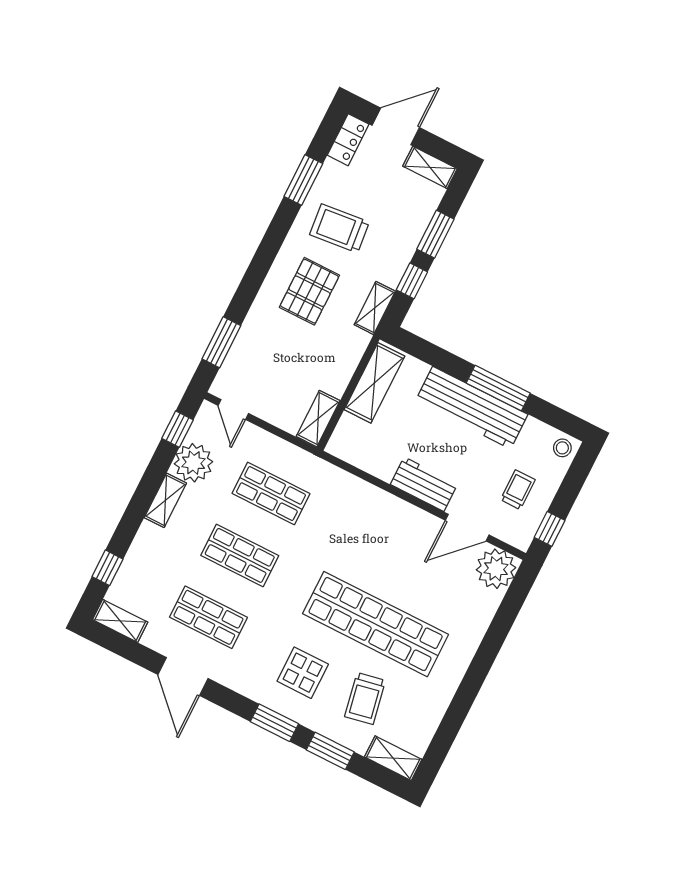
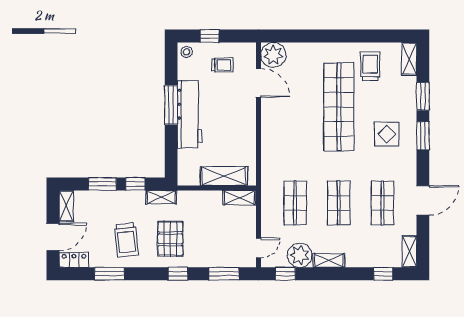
door: (396, 126) -> (53, 237), swing flipped
window: (254, 277) -> (178, 274), added
pallet: (309, 291) -> (170, 239), turned 90
shelving: (374, 383) -> (224, 176), moved
workbench: (424, 484) -> (246, 119), removed
trolley: (518, 490) -> (223, 65), turned 180
window: (550, 529) -> (210, 36), moved
trolley: (365, 699) -> (370, 66), moved, turned -79

